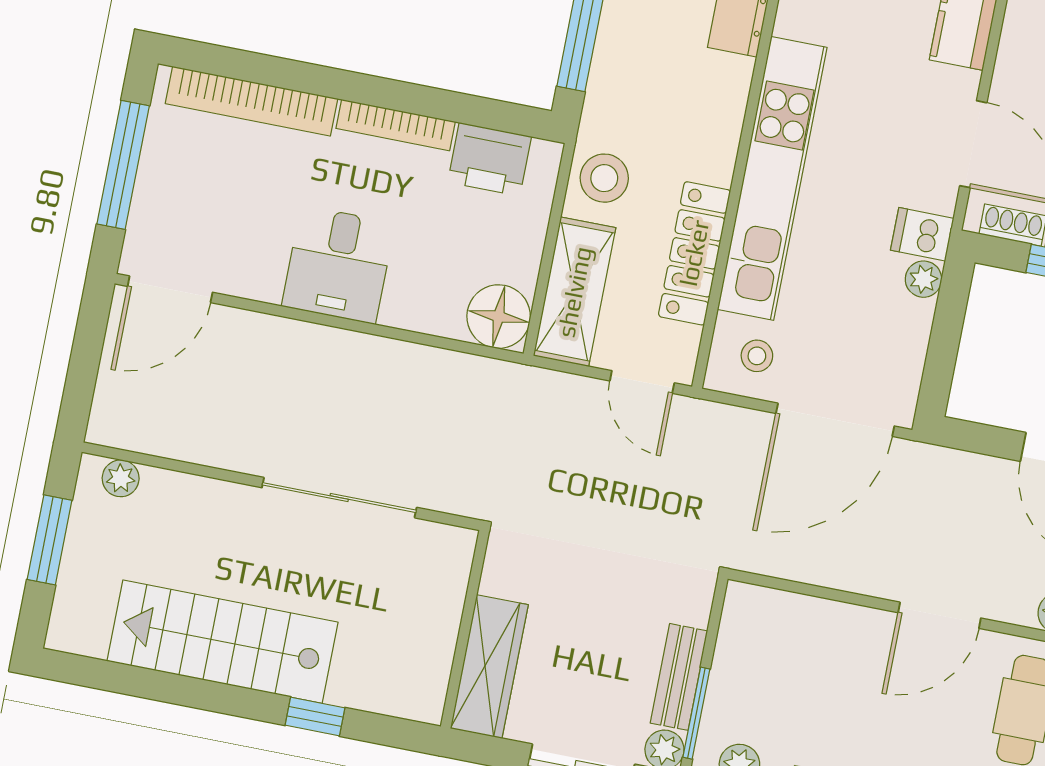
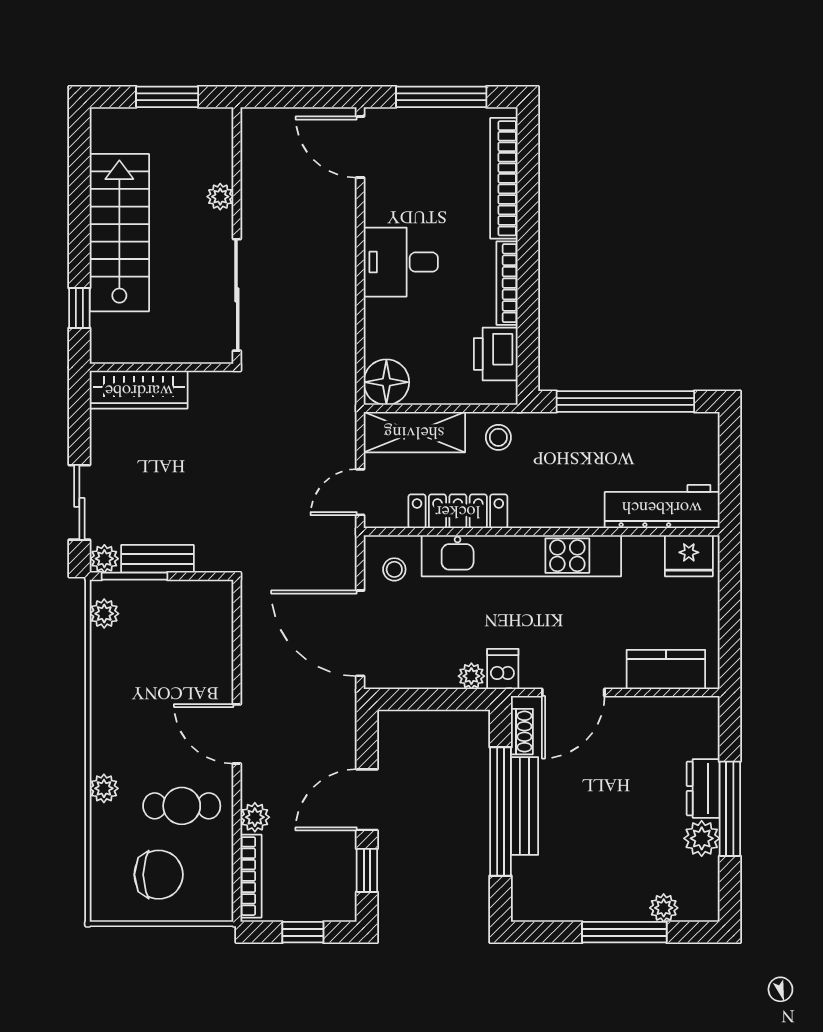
stool: (604, 178) -> (498, 437), width x0.73, depth x0.73
plant: (121, 478) -> (220, 197), moved
wall: (465, 629) -> (162, 367), moved
wardrobe: (489, 667) -> (139, 390), moved

